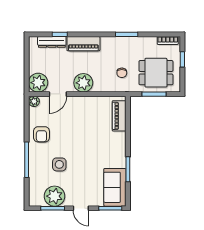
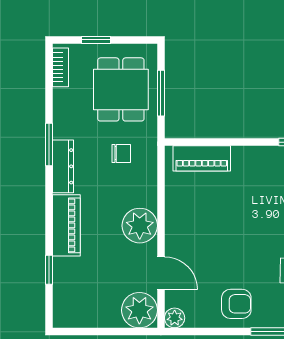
dresser: (52, 42) -> (63, 166), moved

